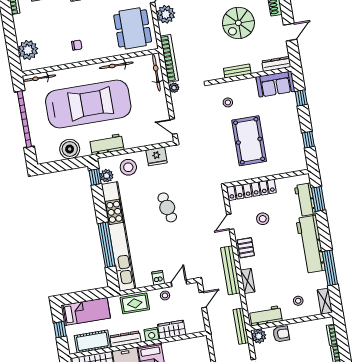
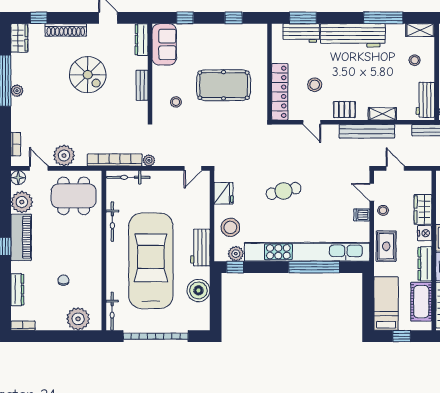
chair: (77, 45) -> (63, 280), moved

